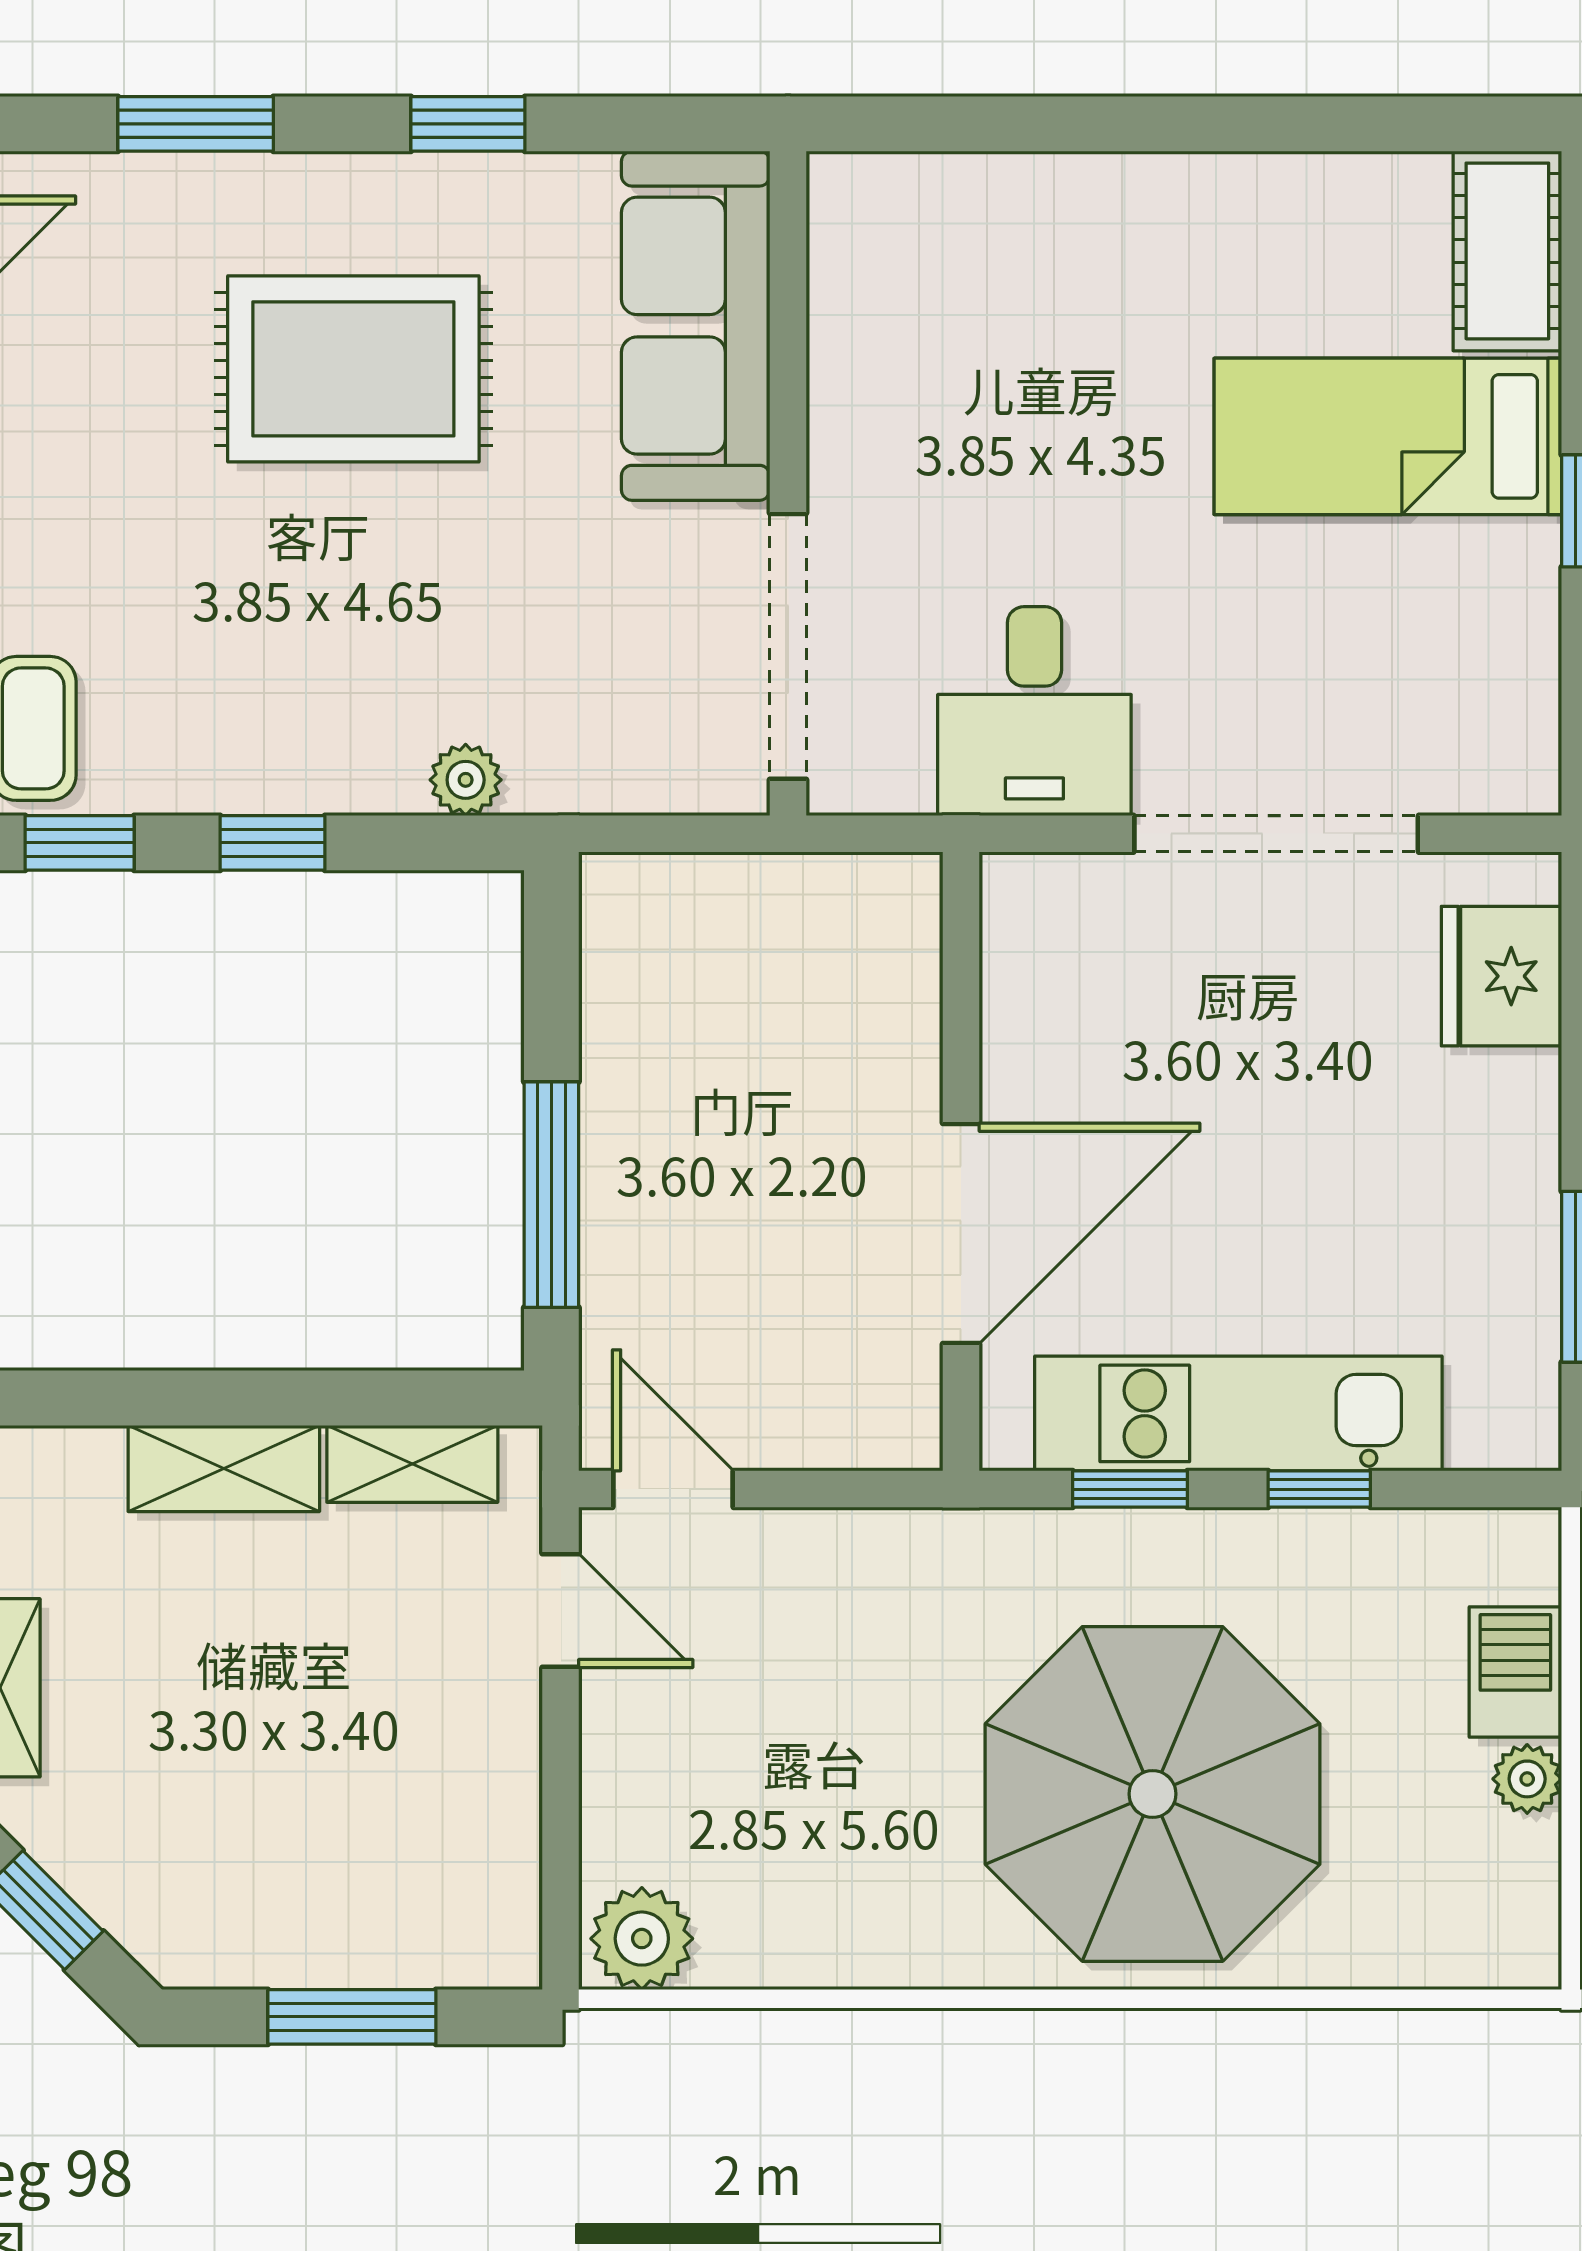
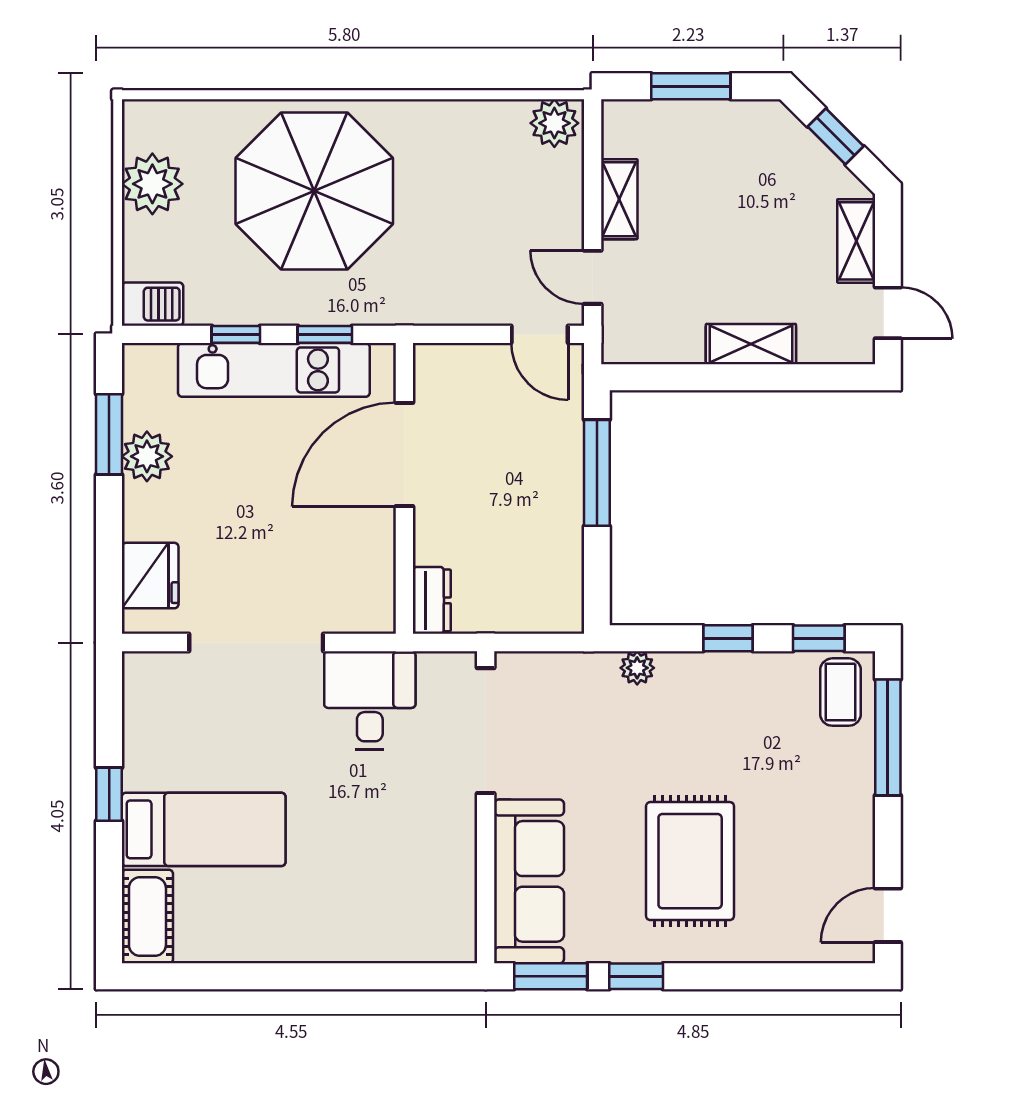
window: (196, 124) -> (551, 976), moved
rug: (353, 369) -> (690, 861), turned 90
dresser: (903, 923) -> (432, 600), added
plant: (1508, 1230) -> (147, 456), added
shelving: (412, 1464) -> (619, 199), moved, turned 90
barbecue: (1515, 1672) -> (153, 304), moved, turned -90
plant: (1527, 1779) -> (152, 184), width x1.88, depth x1.88

